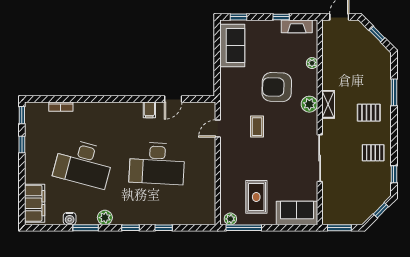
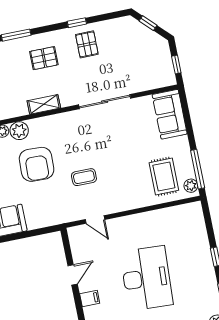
door: (173, 99) -> (73, 275), hinge flipped
plant: (309, 104) -> (19, 131), moved
pallet: (369, 113) -> (44, 58), turned 90
window: (394, 174) -> (77, 23), moved
rug: (256, 197) -> (164, 177), moved, turned 90
window: (339, 228) -> (176, 65), width x0.67

